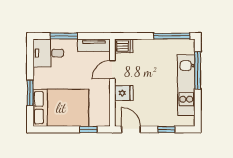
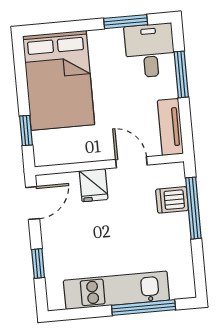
window: (172, 36) -> (193, 208), moved
dishwasher: (124, 46) -> (172, 200), moved, turned 90
window: (30, 93) -> (126, 22), moved

